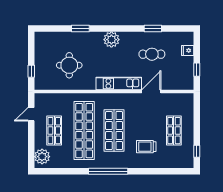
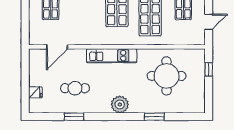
round table: (69, 65) -> (167, 76), width x1.36, depth x1.36
window: (197, 70) -> (25, 71), removed
door: (151, 91) -> (57, 47), moved

